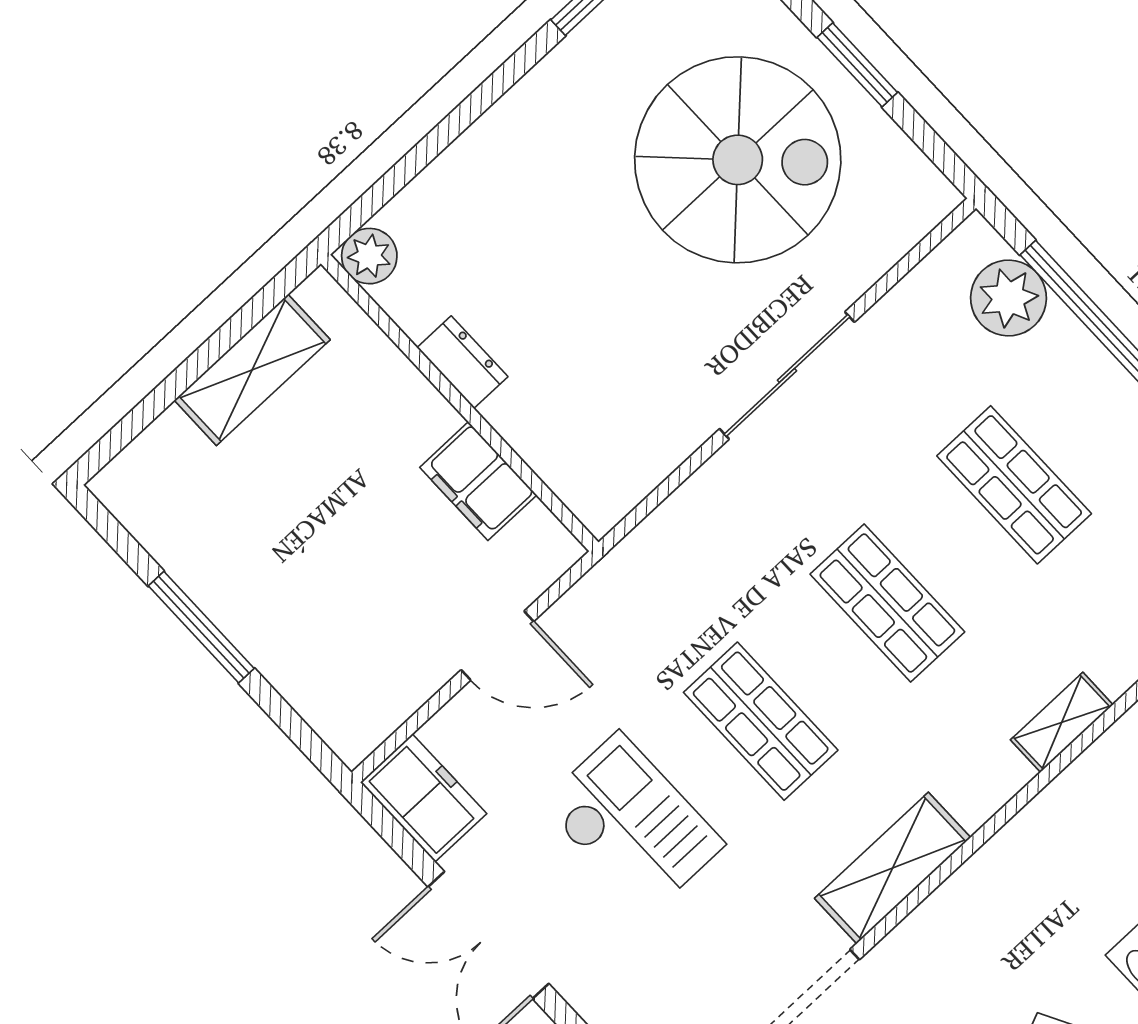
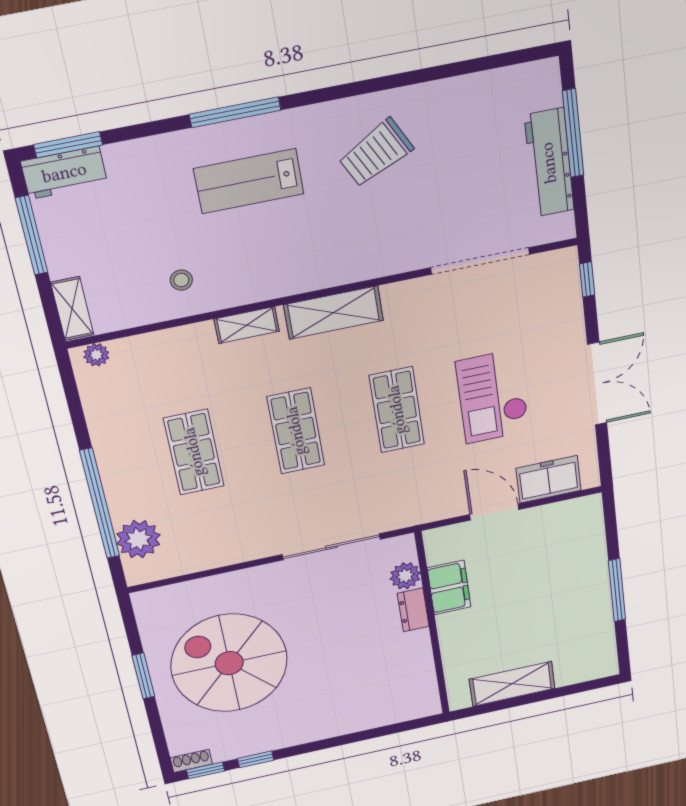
plant: (369, 256) -> (405, 576), moved
dresser: (462, 362) -> (413, 610), moved
sliding door: (787, 375) -> (331, 547), moved
freezer: (424, 798) -> (549, 479), moved, turned 90
shelving: (893, 868) -> (333, 313), moved

